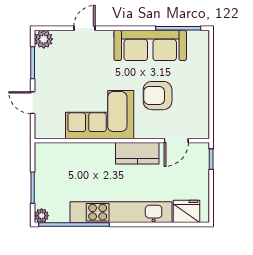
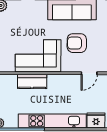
kitchen counter: (137, 153) -> (32, 82), moved

